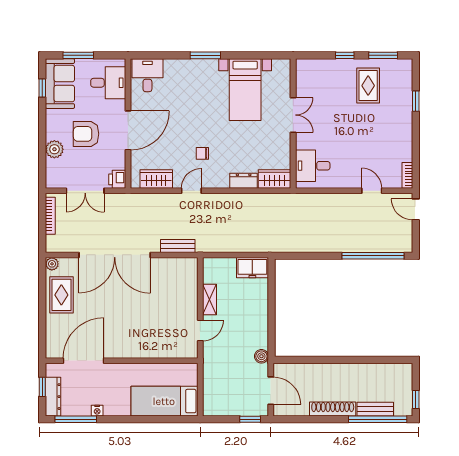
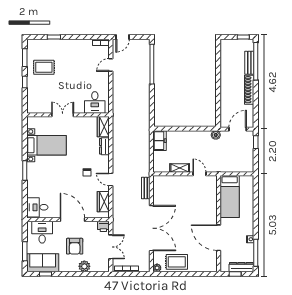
door: (83, 361) -> (219, 238), moved
bed: (164, 401) -> (230, 196), moved

